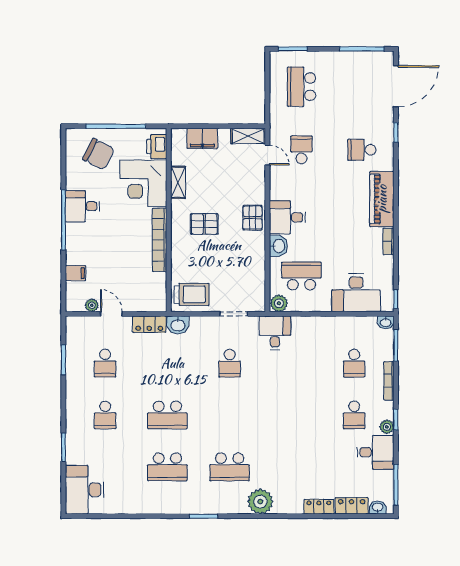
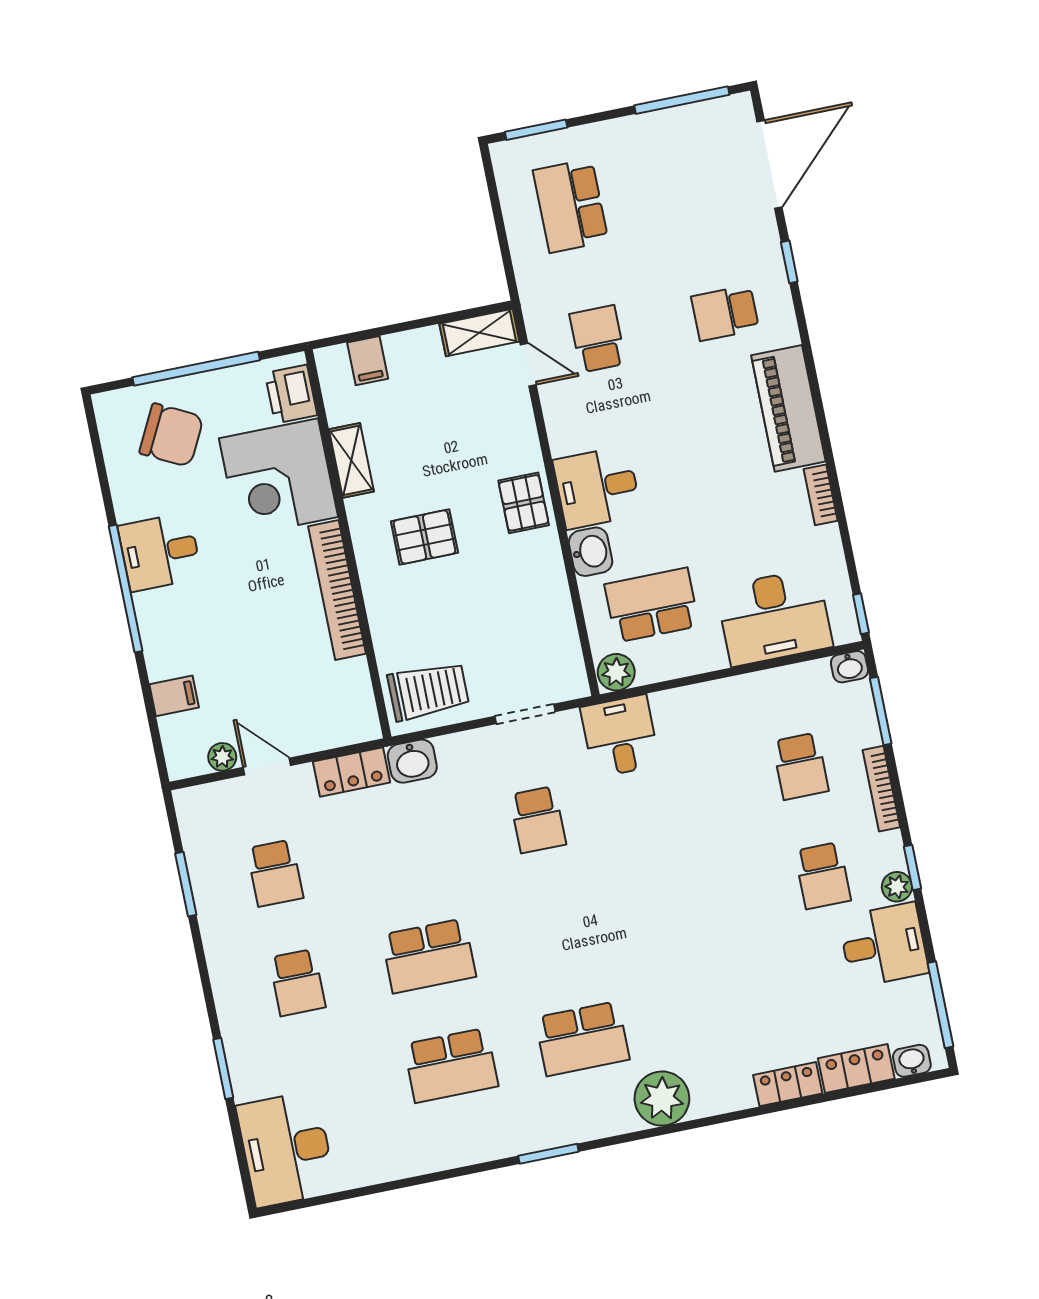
filing cabinet: (202, 138) -> (368, 361), width x0.50

